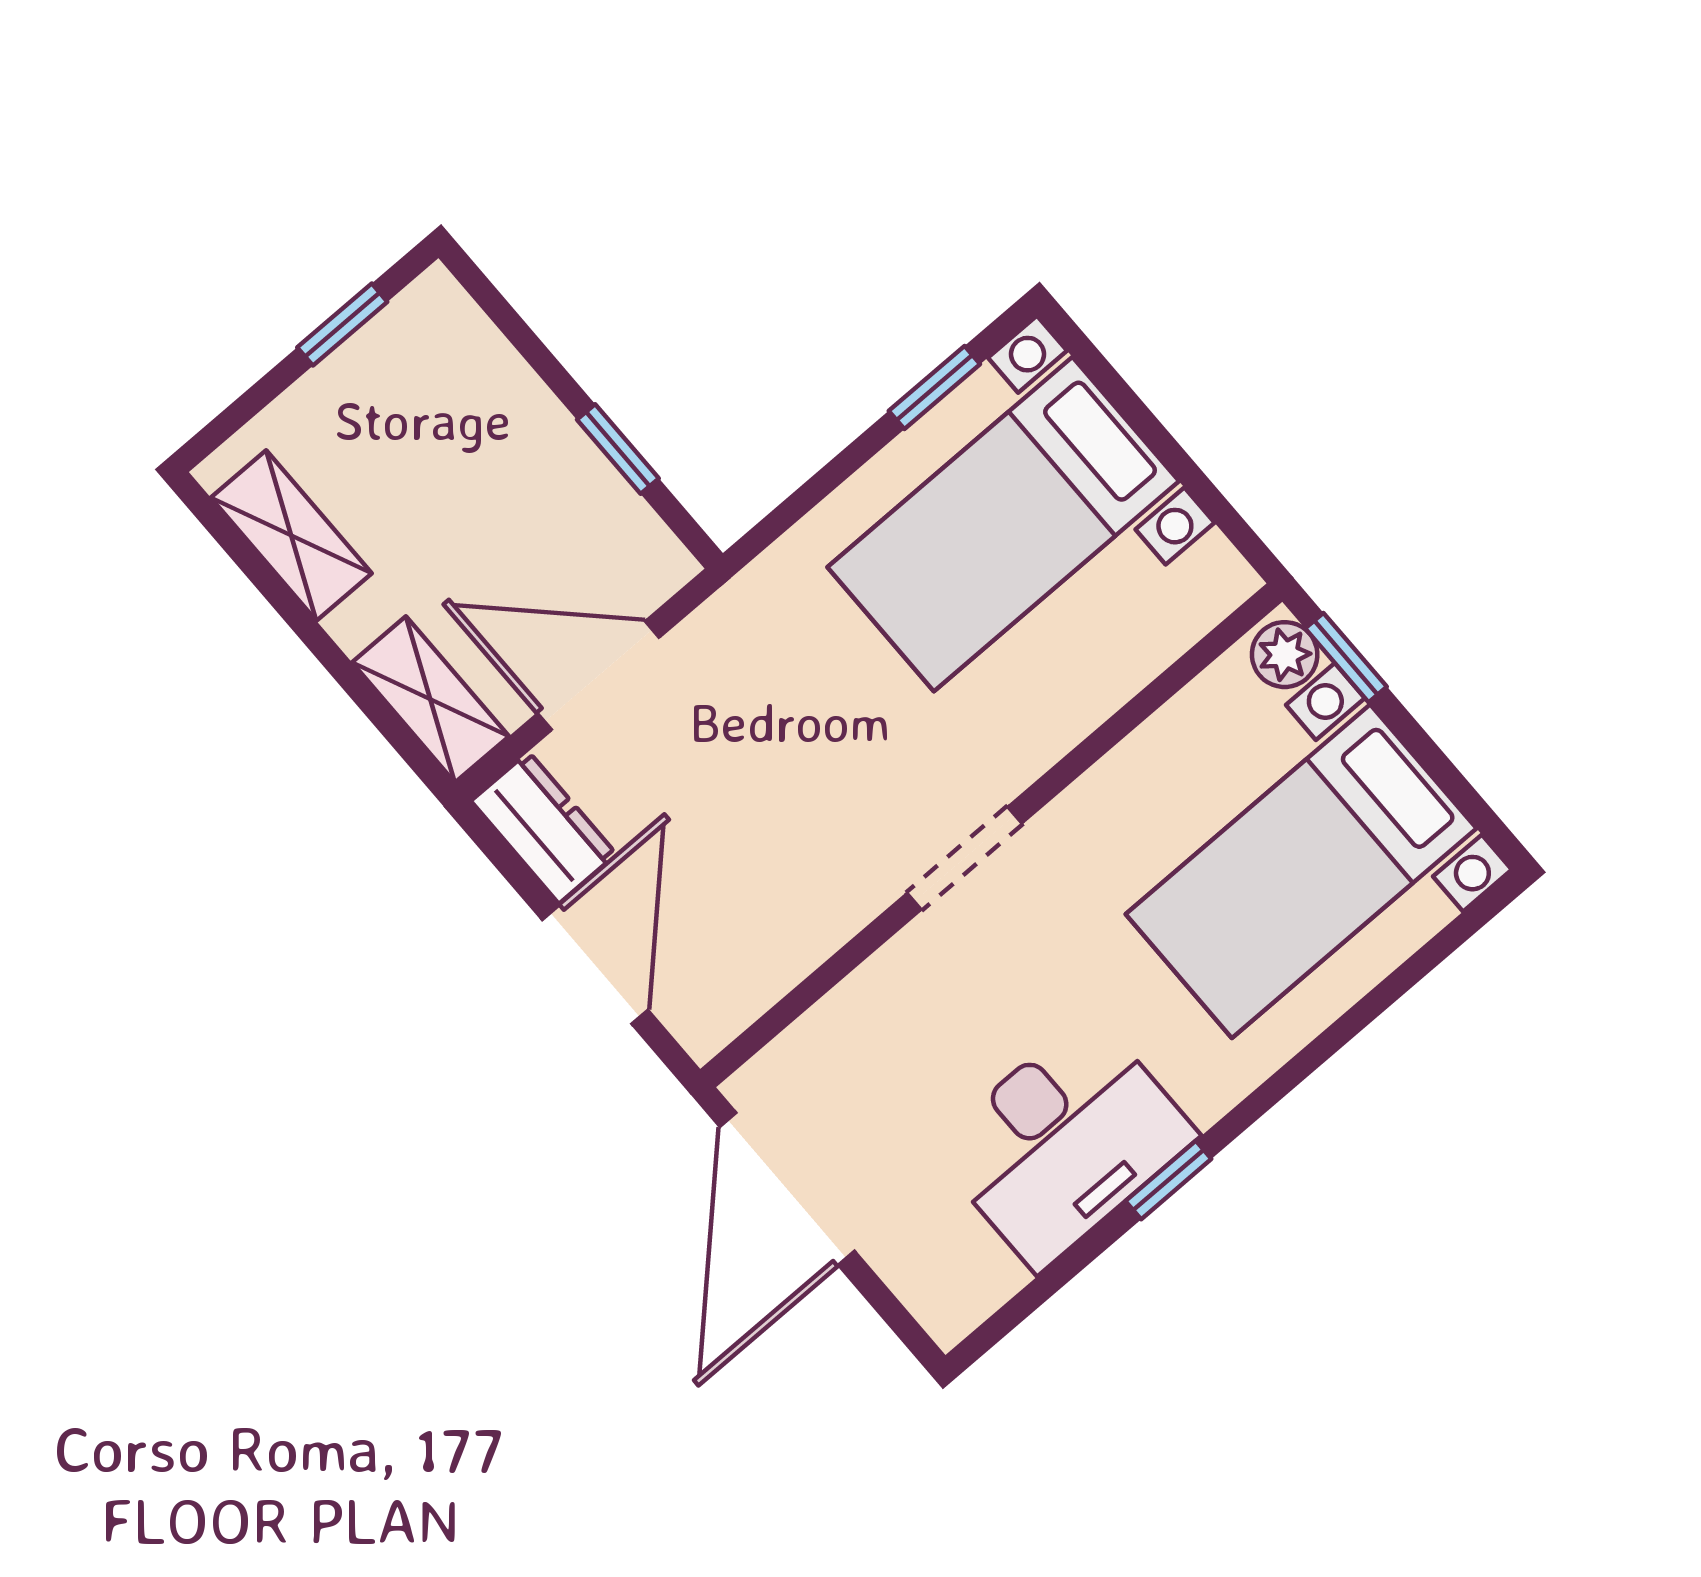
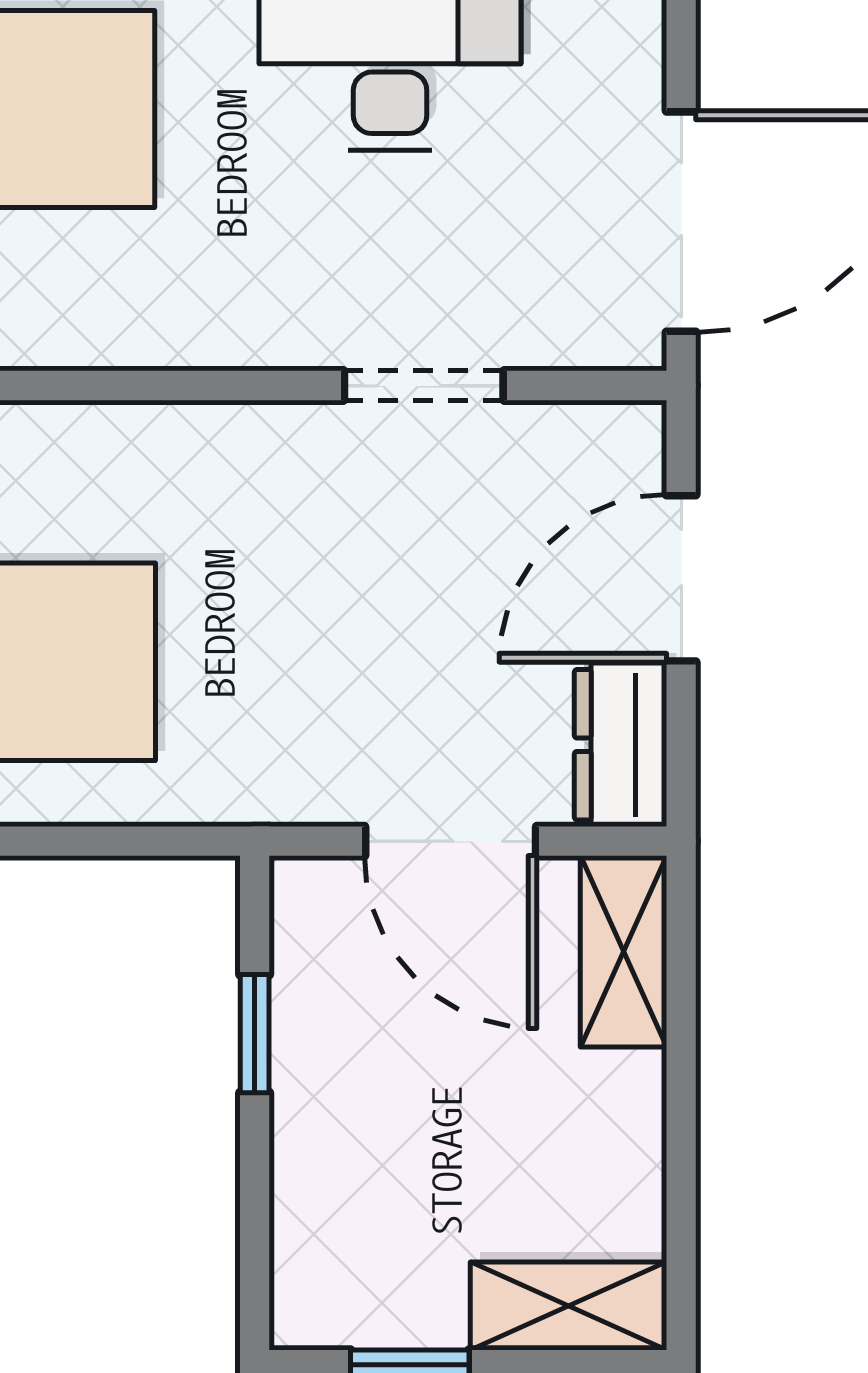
shelving: (291, 536) -> (569, 1306), moved, turned 90
doorway: (964, 858) -> (424, 386), moved

